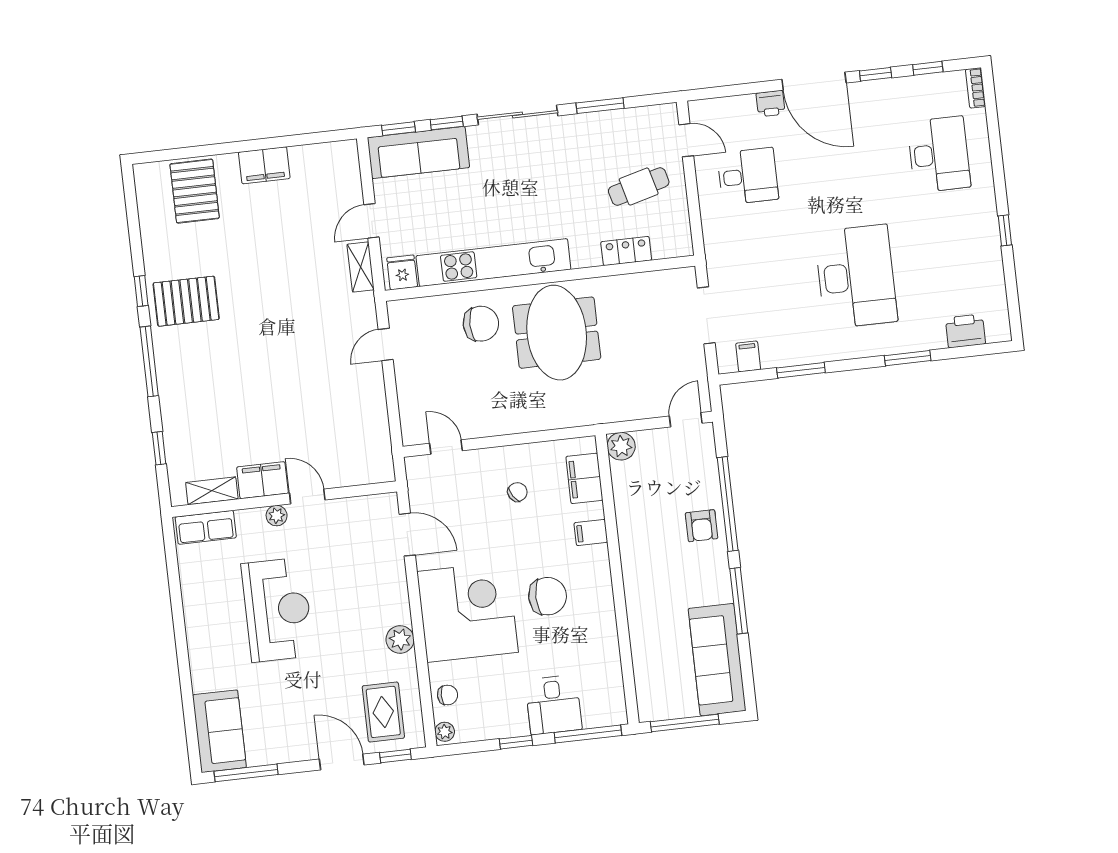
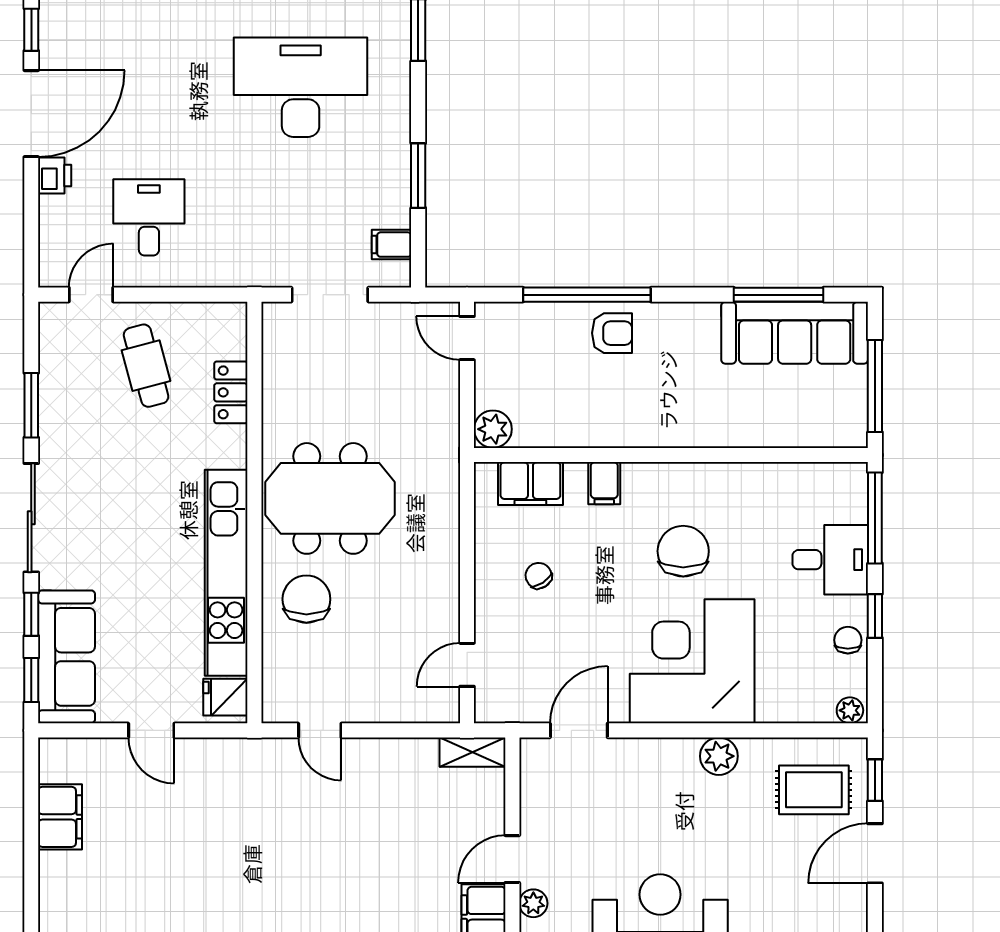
filing cabinet: (264, 165) -> (60, 817), moved
shelving: (361, 267) -> (472, 752), moved
window: (739, 601) -> (779, 295), moved
chair: (448, 695) -> (848, 640), moved

